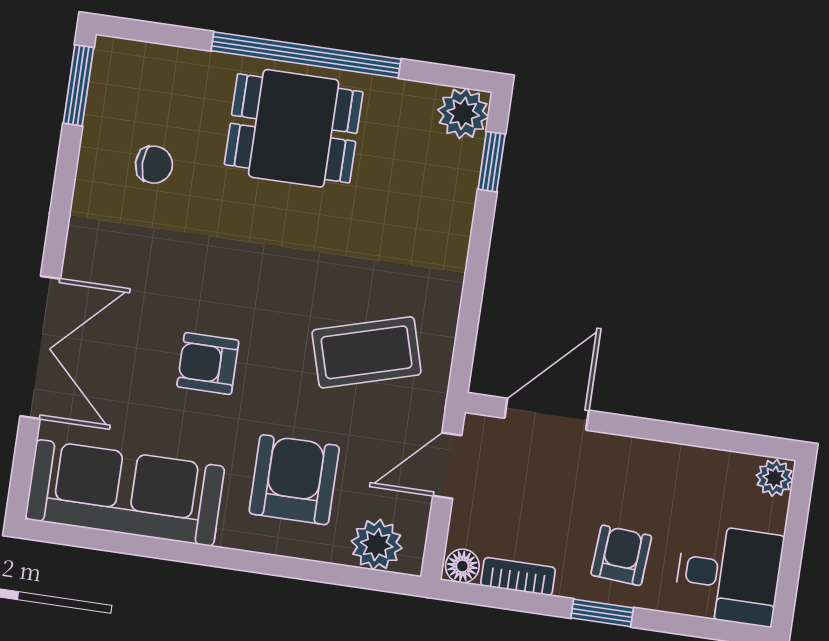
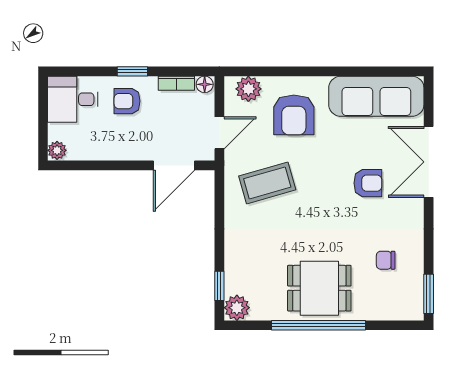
armchair: (208, 364) -> (368, 183), moved
armchair: (621, 555) -> (127, 101), turned 86

